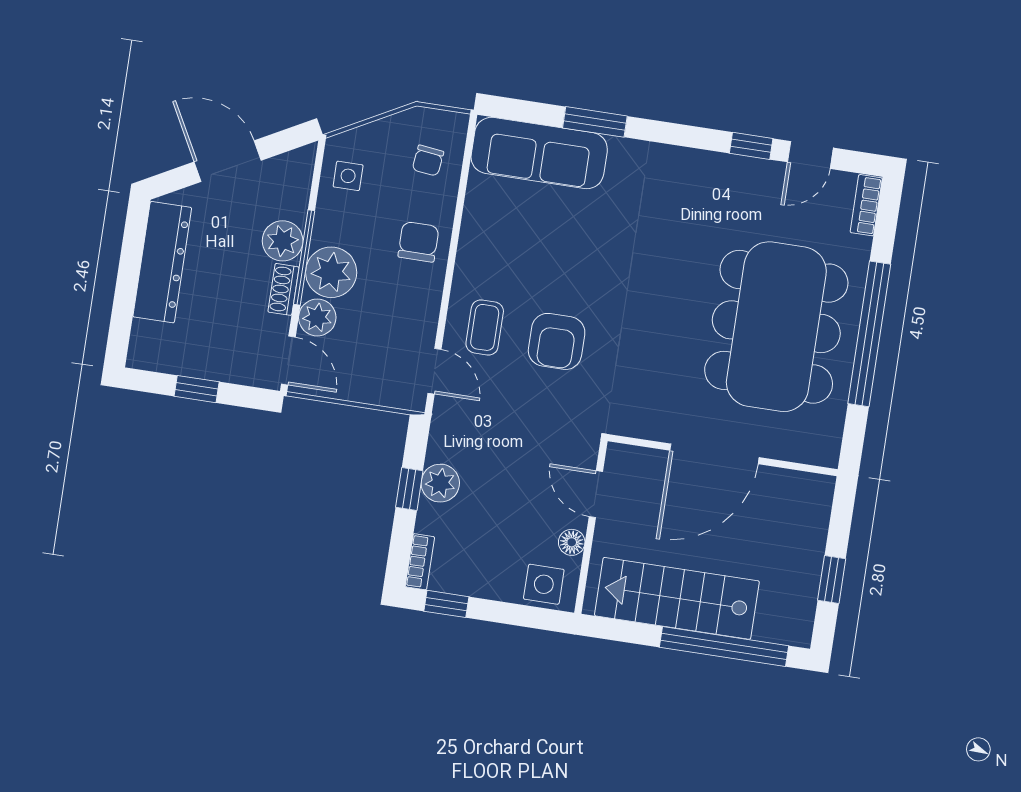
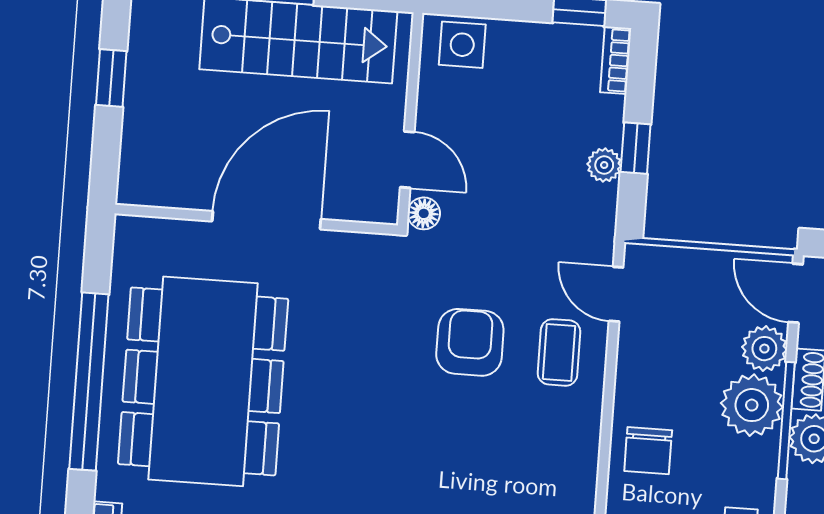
plant: (440, 483) -> (604, 165), width x0.73, depth x0.73
floor lamp: (572, 542) -> (424, 213), moved

